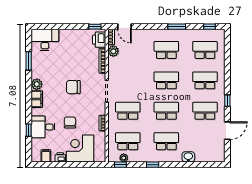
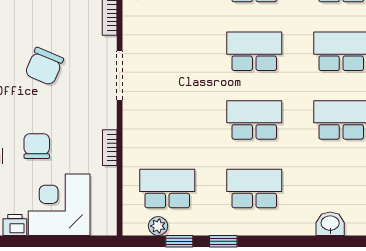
chair: (73, 87) -> (44, 66), turned -67
school desk: (128, 111) -> (167, 120), removed
washbasin: (188, 157) -> (330, 224), moved
window: (120, 165) -> (179, 241), moved

